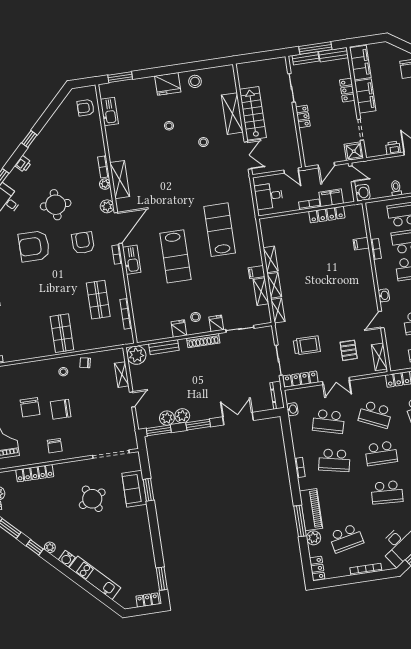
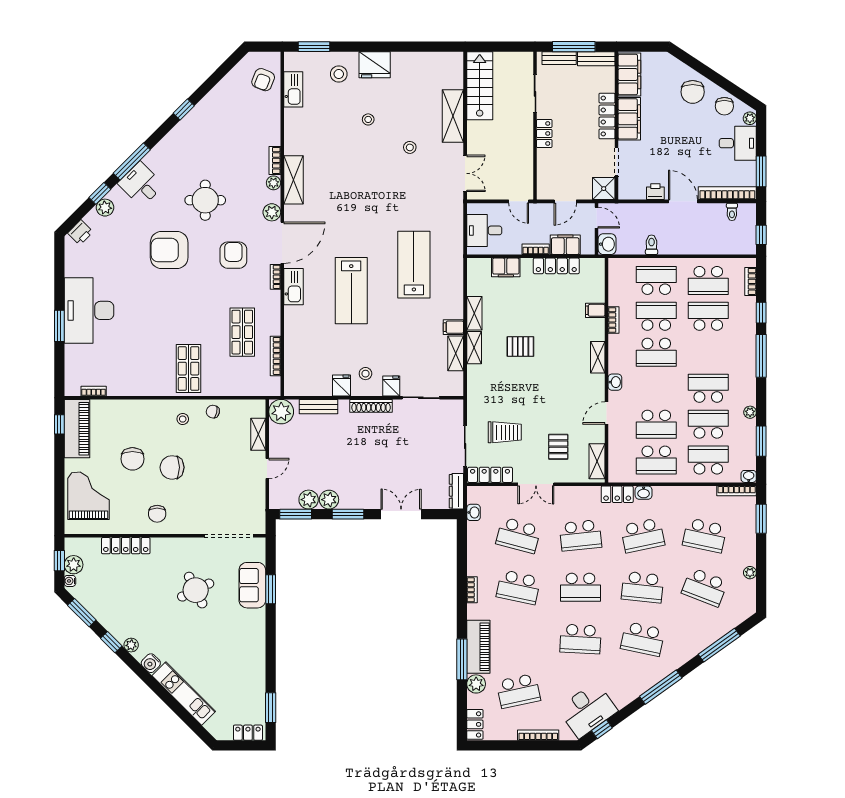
stool: (195, 81) -> (339, 74), moved
locker: (347, 90) -> (607, 116), width x1.53
armchair: (86, 108) -> (263, 80), turned -68
stairs: (253, 113) -> (480, 86), moved
printer: (23, 164) -> (171, 141), removed
filing cabinet: (289, 221) -> (506, 267), added
pallet: (309, 279) -> (520, 347), added
shelving: (278, 311) -> (598, 357), moved
school desk: (375, 414) -> (580, 535), turned -30

